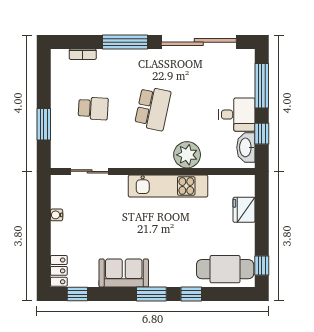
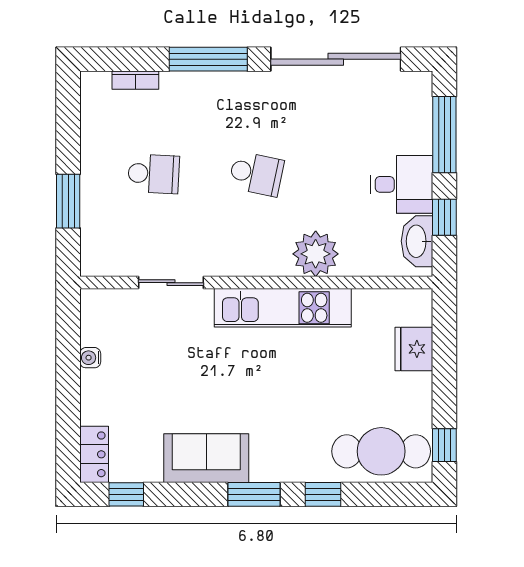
school desk: (153, 108) -> (256, 174), width x0.54
sliding door: (90, 171) -> (171, 283), moved

